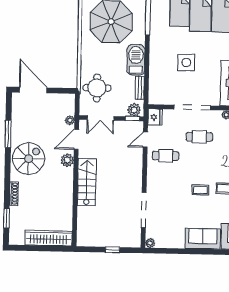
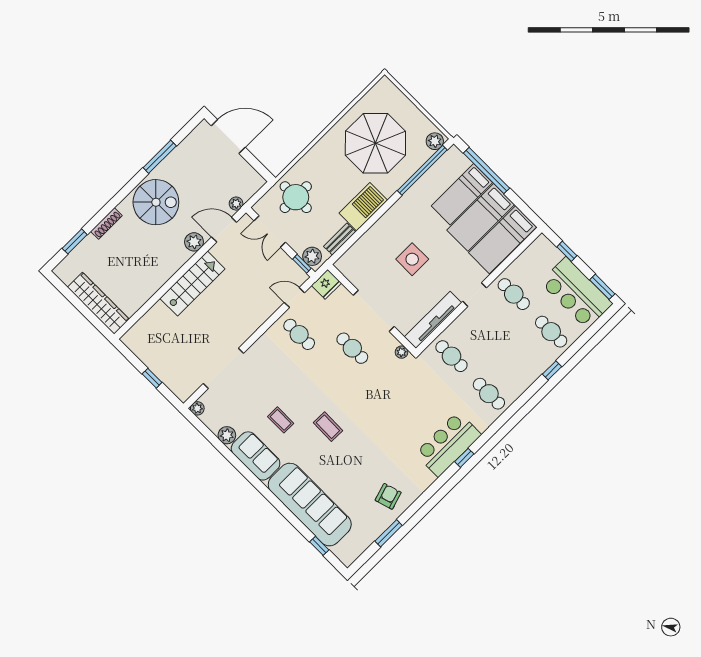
door: (33, 90) -> (228, 137), hinge flipped
coffee table: (200, 190) -> (281, 420), moved
plant: (178, 242) -> (227, 435), added

